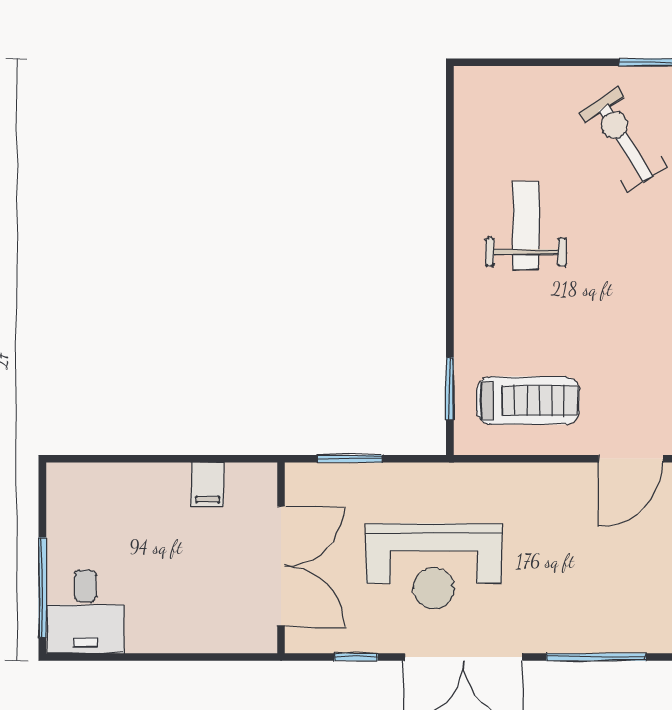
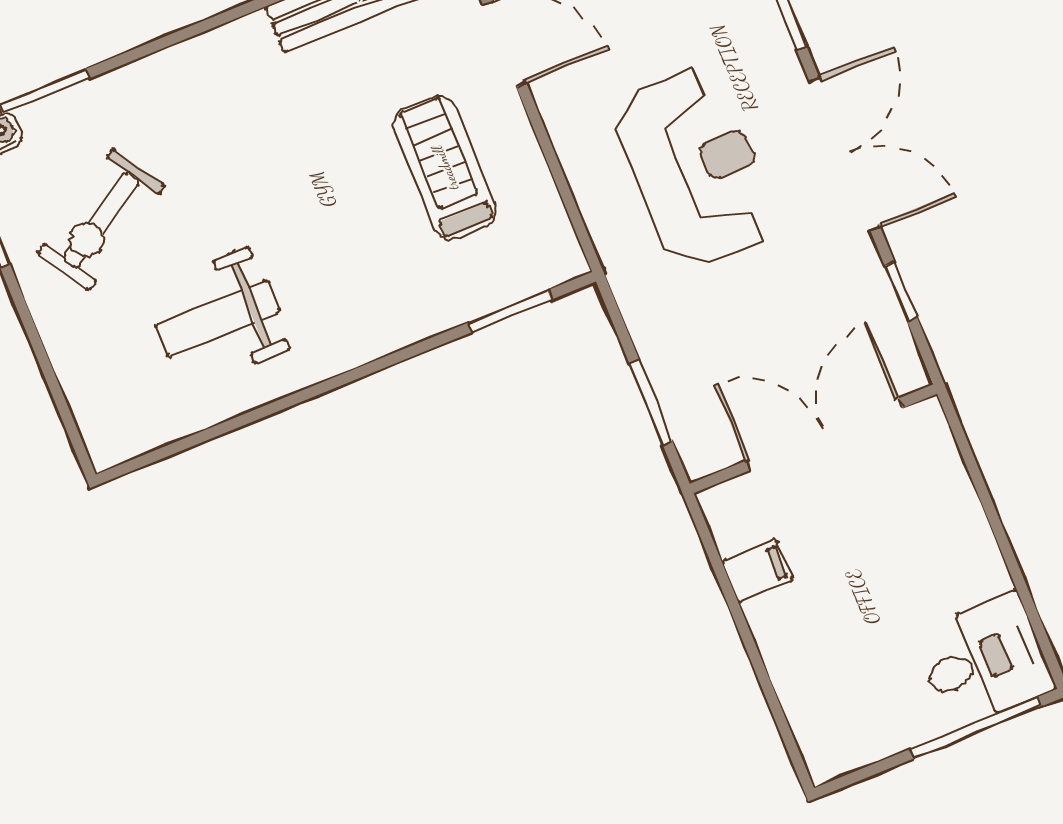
weight bench: (526, 226) -> (218, 319), moved
treadmill: (528, 401) -> (445, 168), moved
reception desk: (434, 566) -> (695, 167), moved

